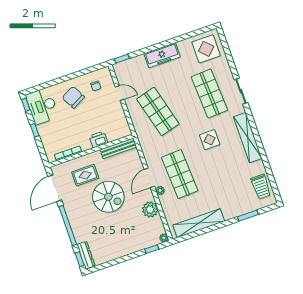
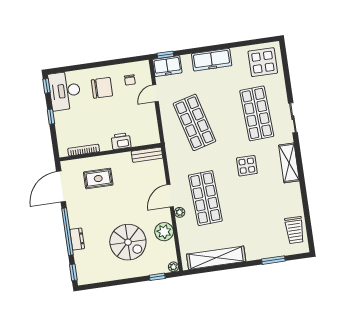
freezer: (125, 68) -> (167, 66), added
door: (120, 93) -> (155, 93), swing flipped
chair: (73, 97) -> (102, 88), turned 118
shelving: (248, 138) -> (289, 163), width x0.68
bench: (118, 148) -> (147, 155), width x0.73
spiral stairs: (108, 197) -> (128, 242), moved
dresser: (86, 255) -> (77, 239), moved, width x0.70

